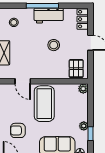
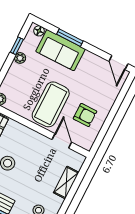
armchair: (18, 130) -> (85, 115), moved

